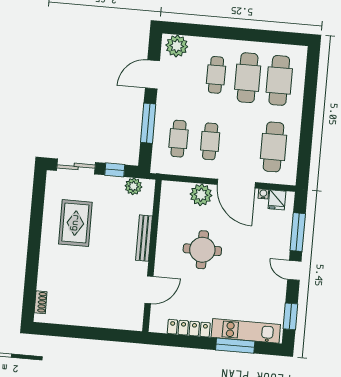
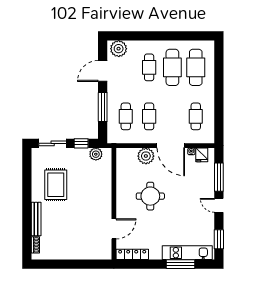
cafe table: (273, 147) -> (196, 116), width x0.73, depth x0.74
bench: (144, 238) -> (36, 219), moved
locker: (189, 328) -> (132, 254), moved

